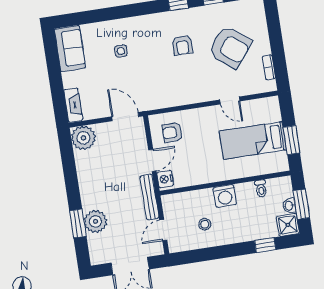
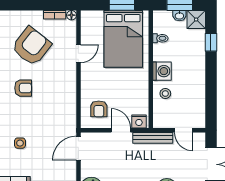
floor lamp: (271, 86) -> (71, 15), added
bed: (253, 140) -> (123, 39), width x1.50
stool: (205, 224) -> (165, 94), moved

